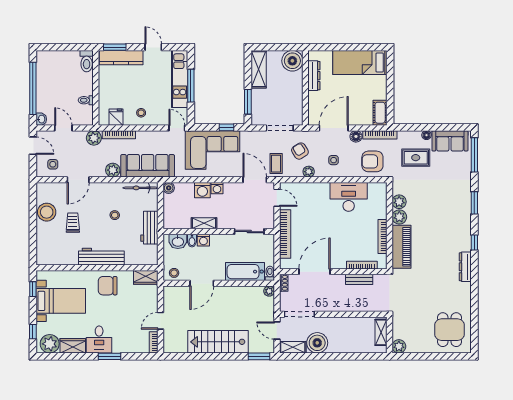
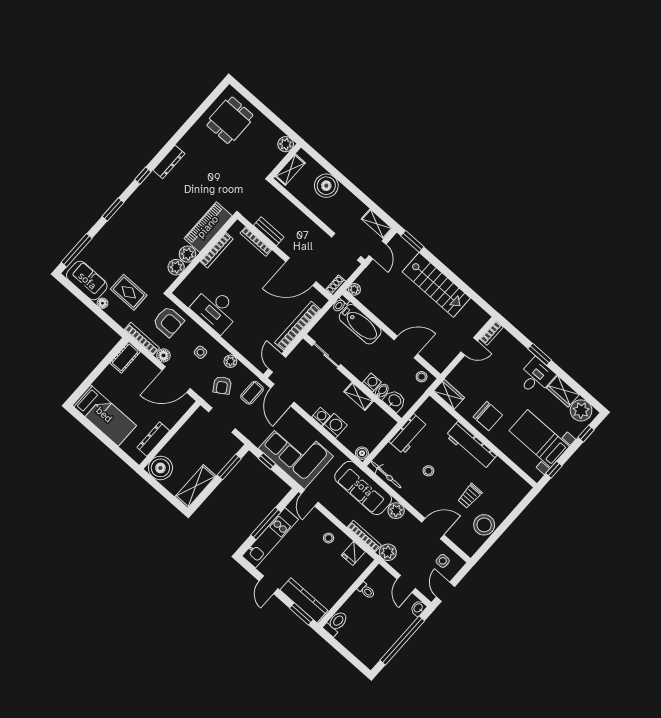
boiler: (317, 343) -> (326, 186), moved

